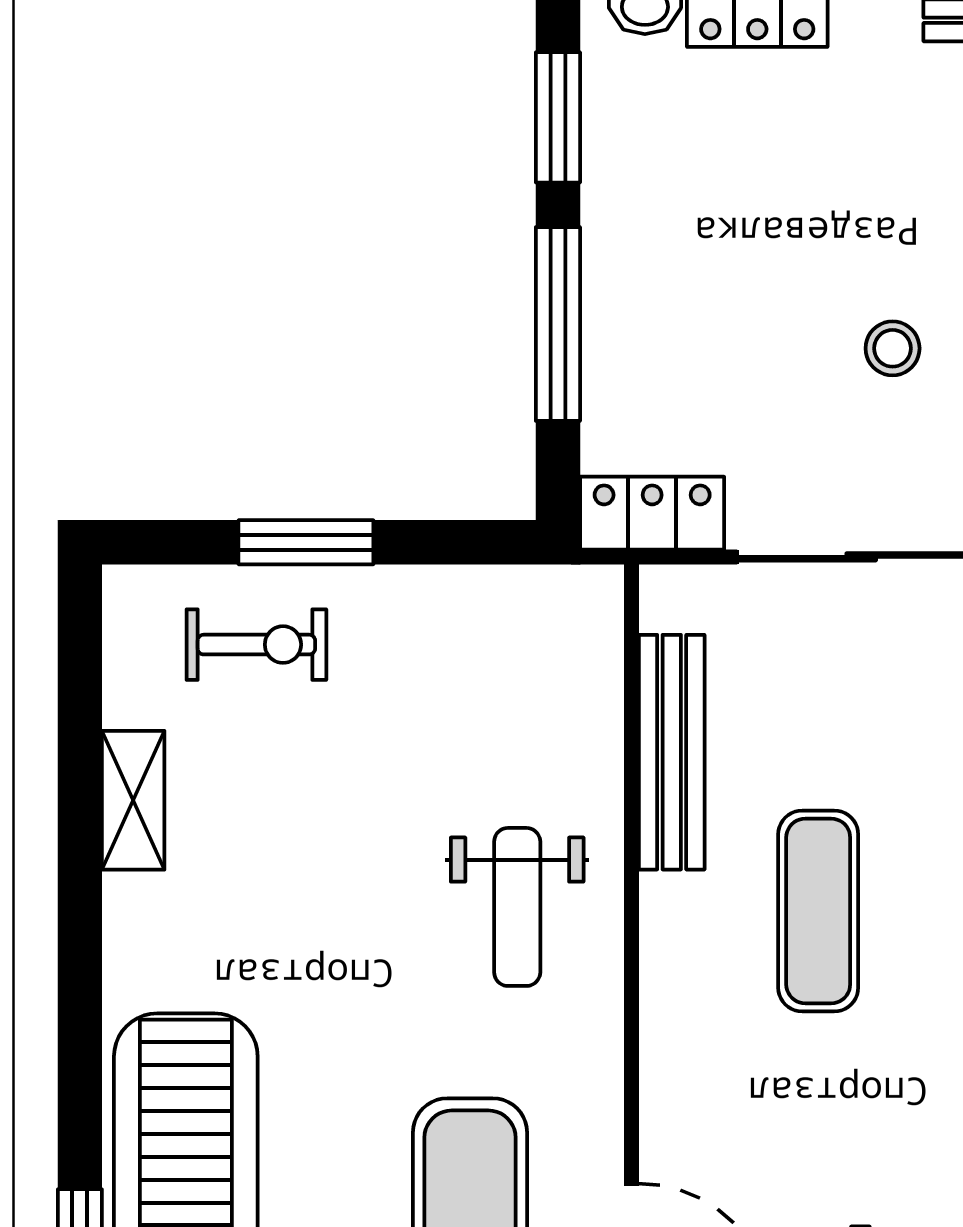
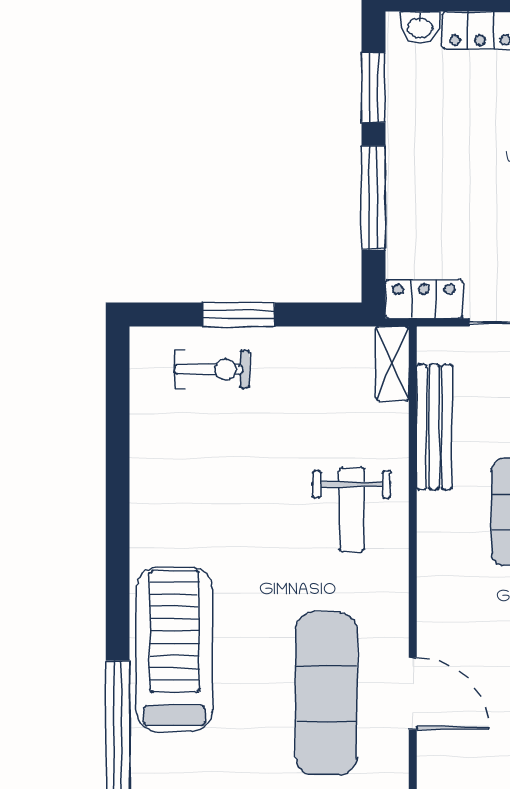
shelving: (133, 800) -> (392, 363), moved

